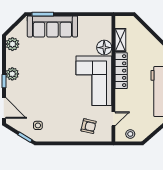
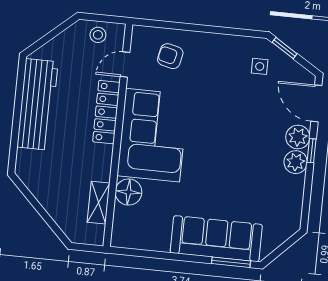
plant: (12, 44) -> (298, 137), moved
locker: (121, 71) -> (106, 112), moved

